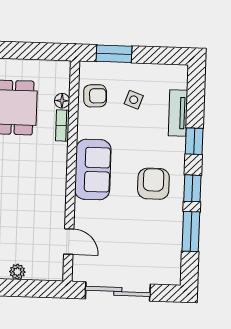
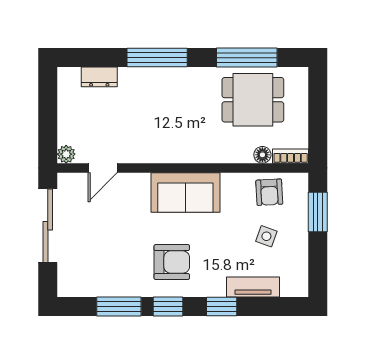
bookcase: (62, 126) -> (291, 156), moved
plant: (17, 272) -> (66, 154), moved

